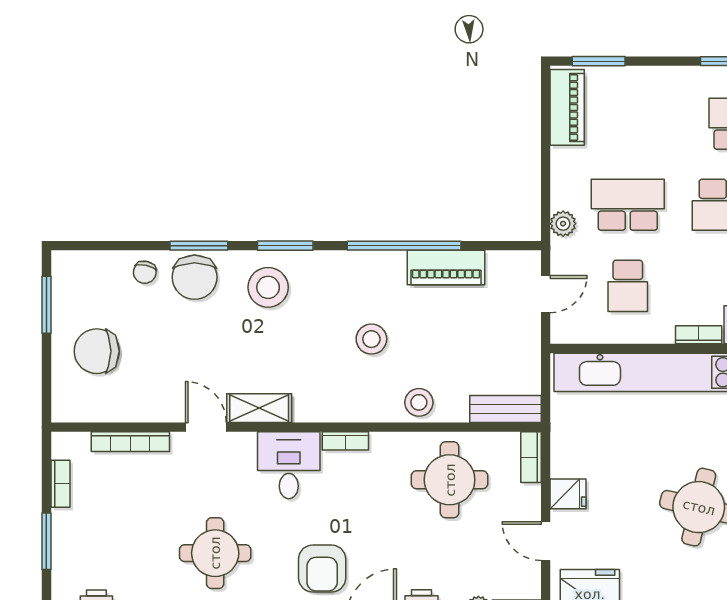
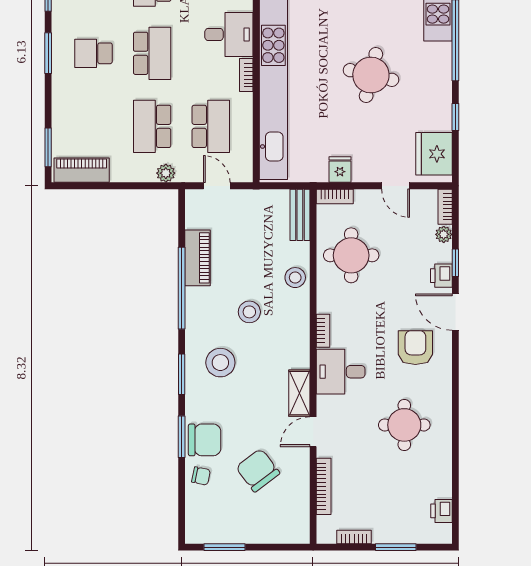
school desk: (628, 286) -> (211, 126), width x1.85
stool: (268, 287) -> (220, 363), moved
chair: (97, 351) -> (258, 470), moved, turned 143
fridge: (568, 494) -> (340, 170), moved
door: (546, 541) -> (396, 186), hinge flipped
armchair: (322, 569) -> (415, 348), turned -90

